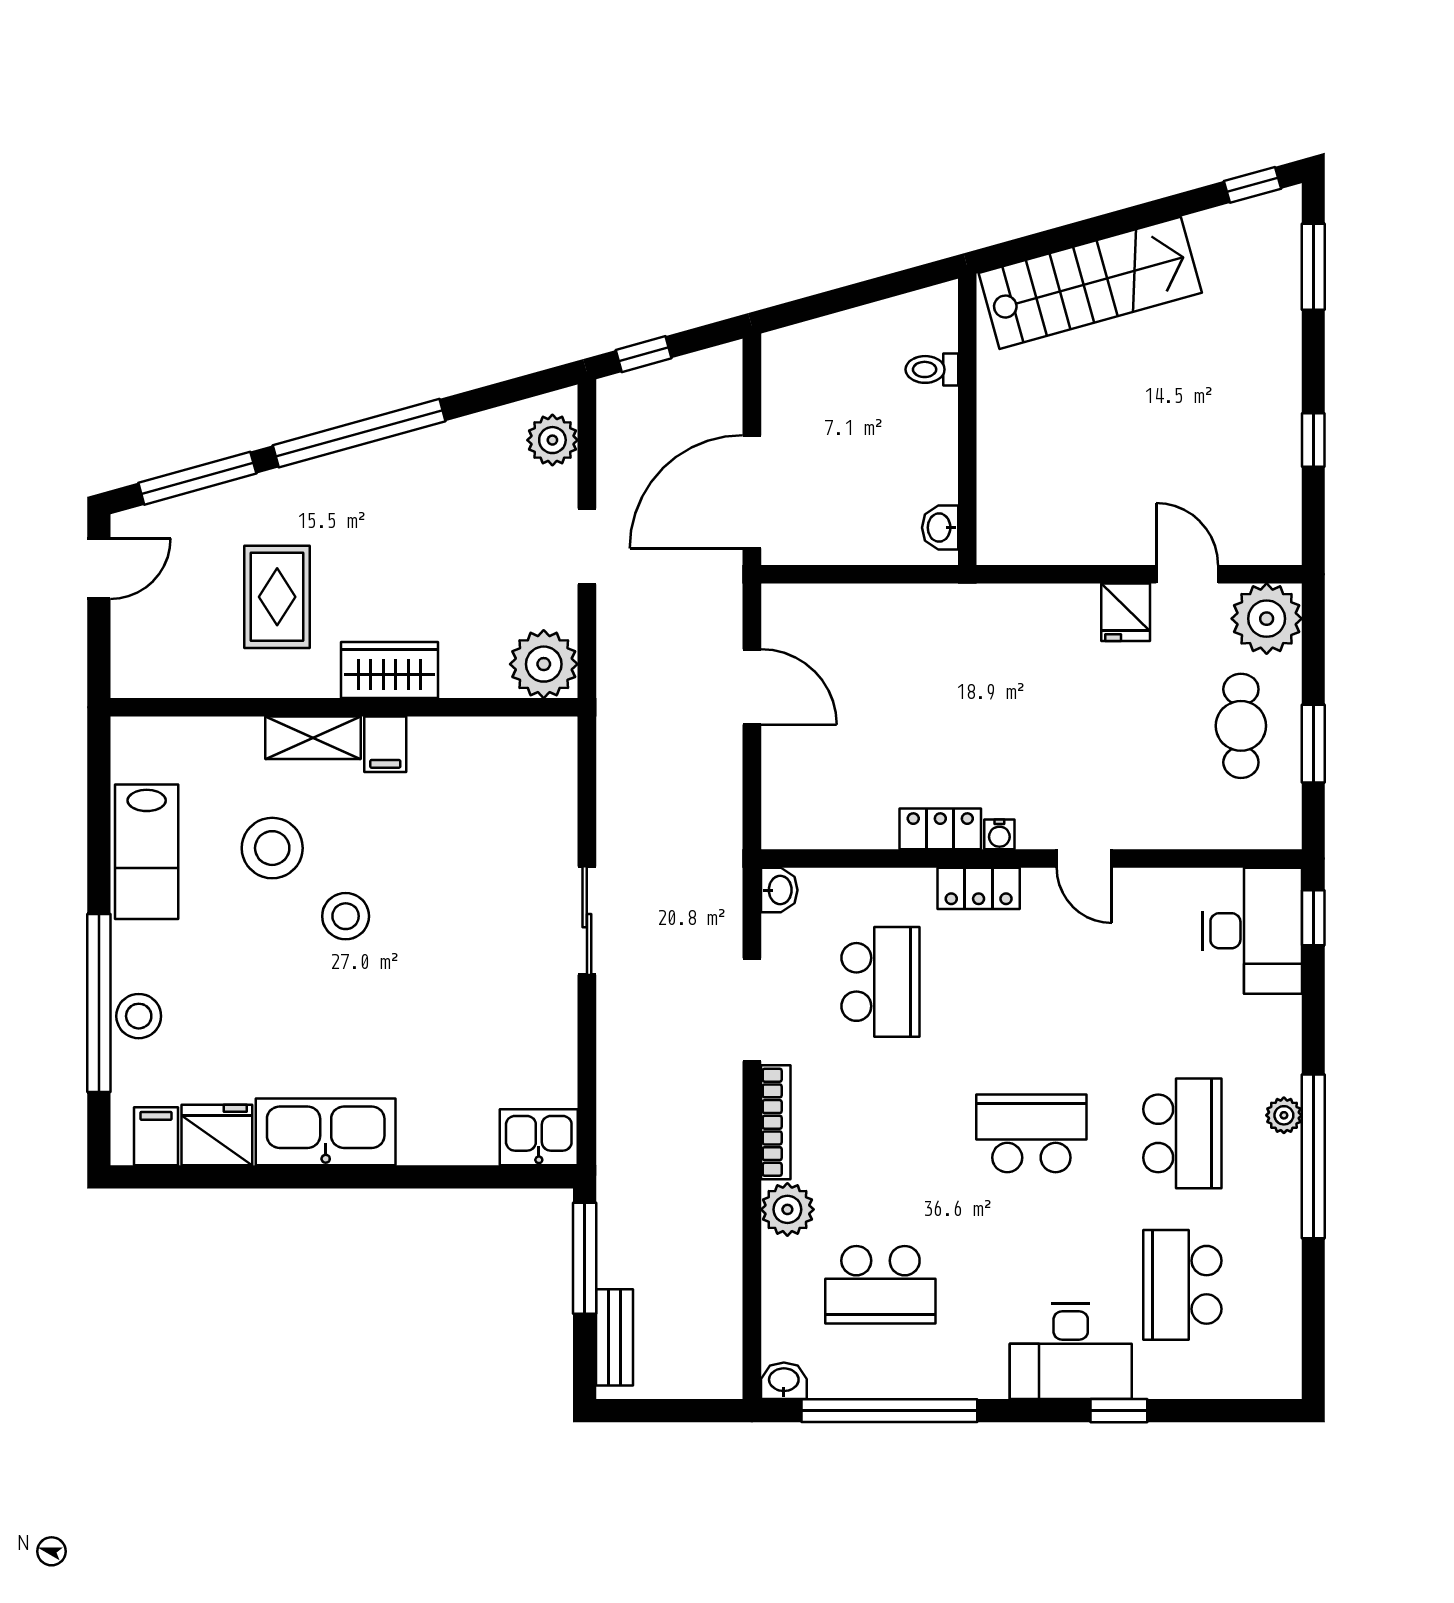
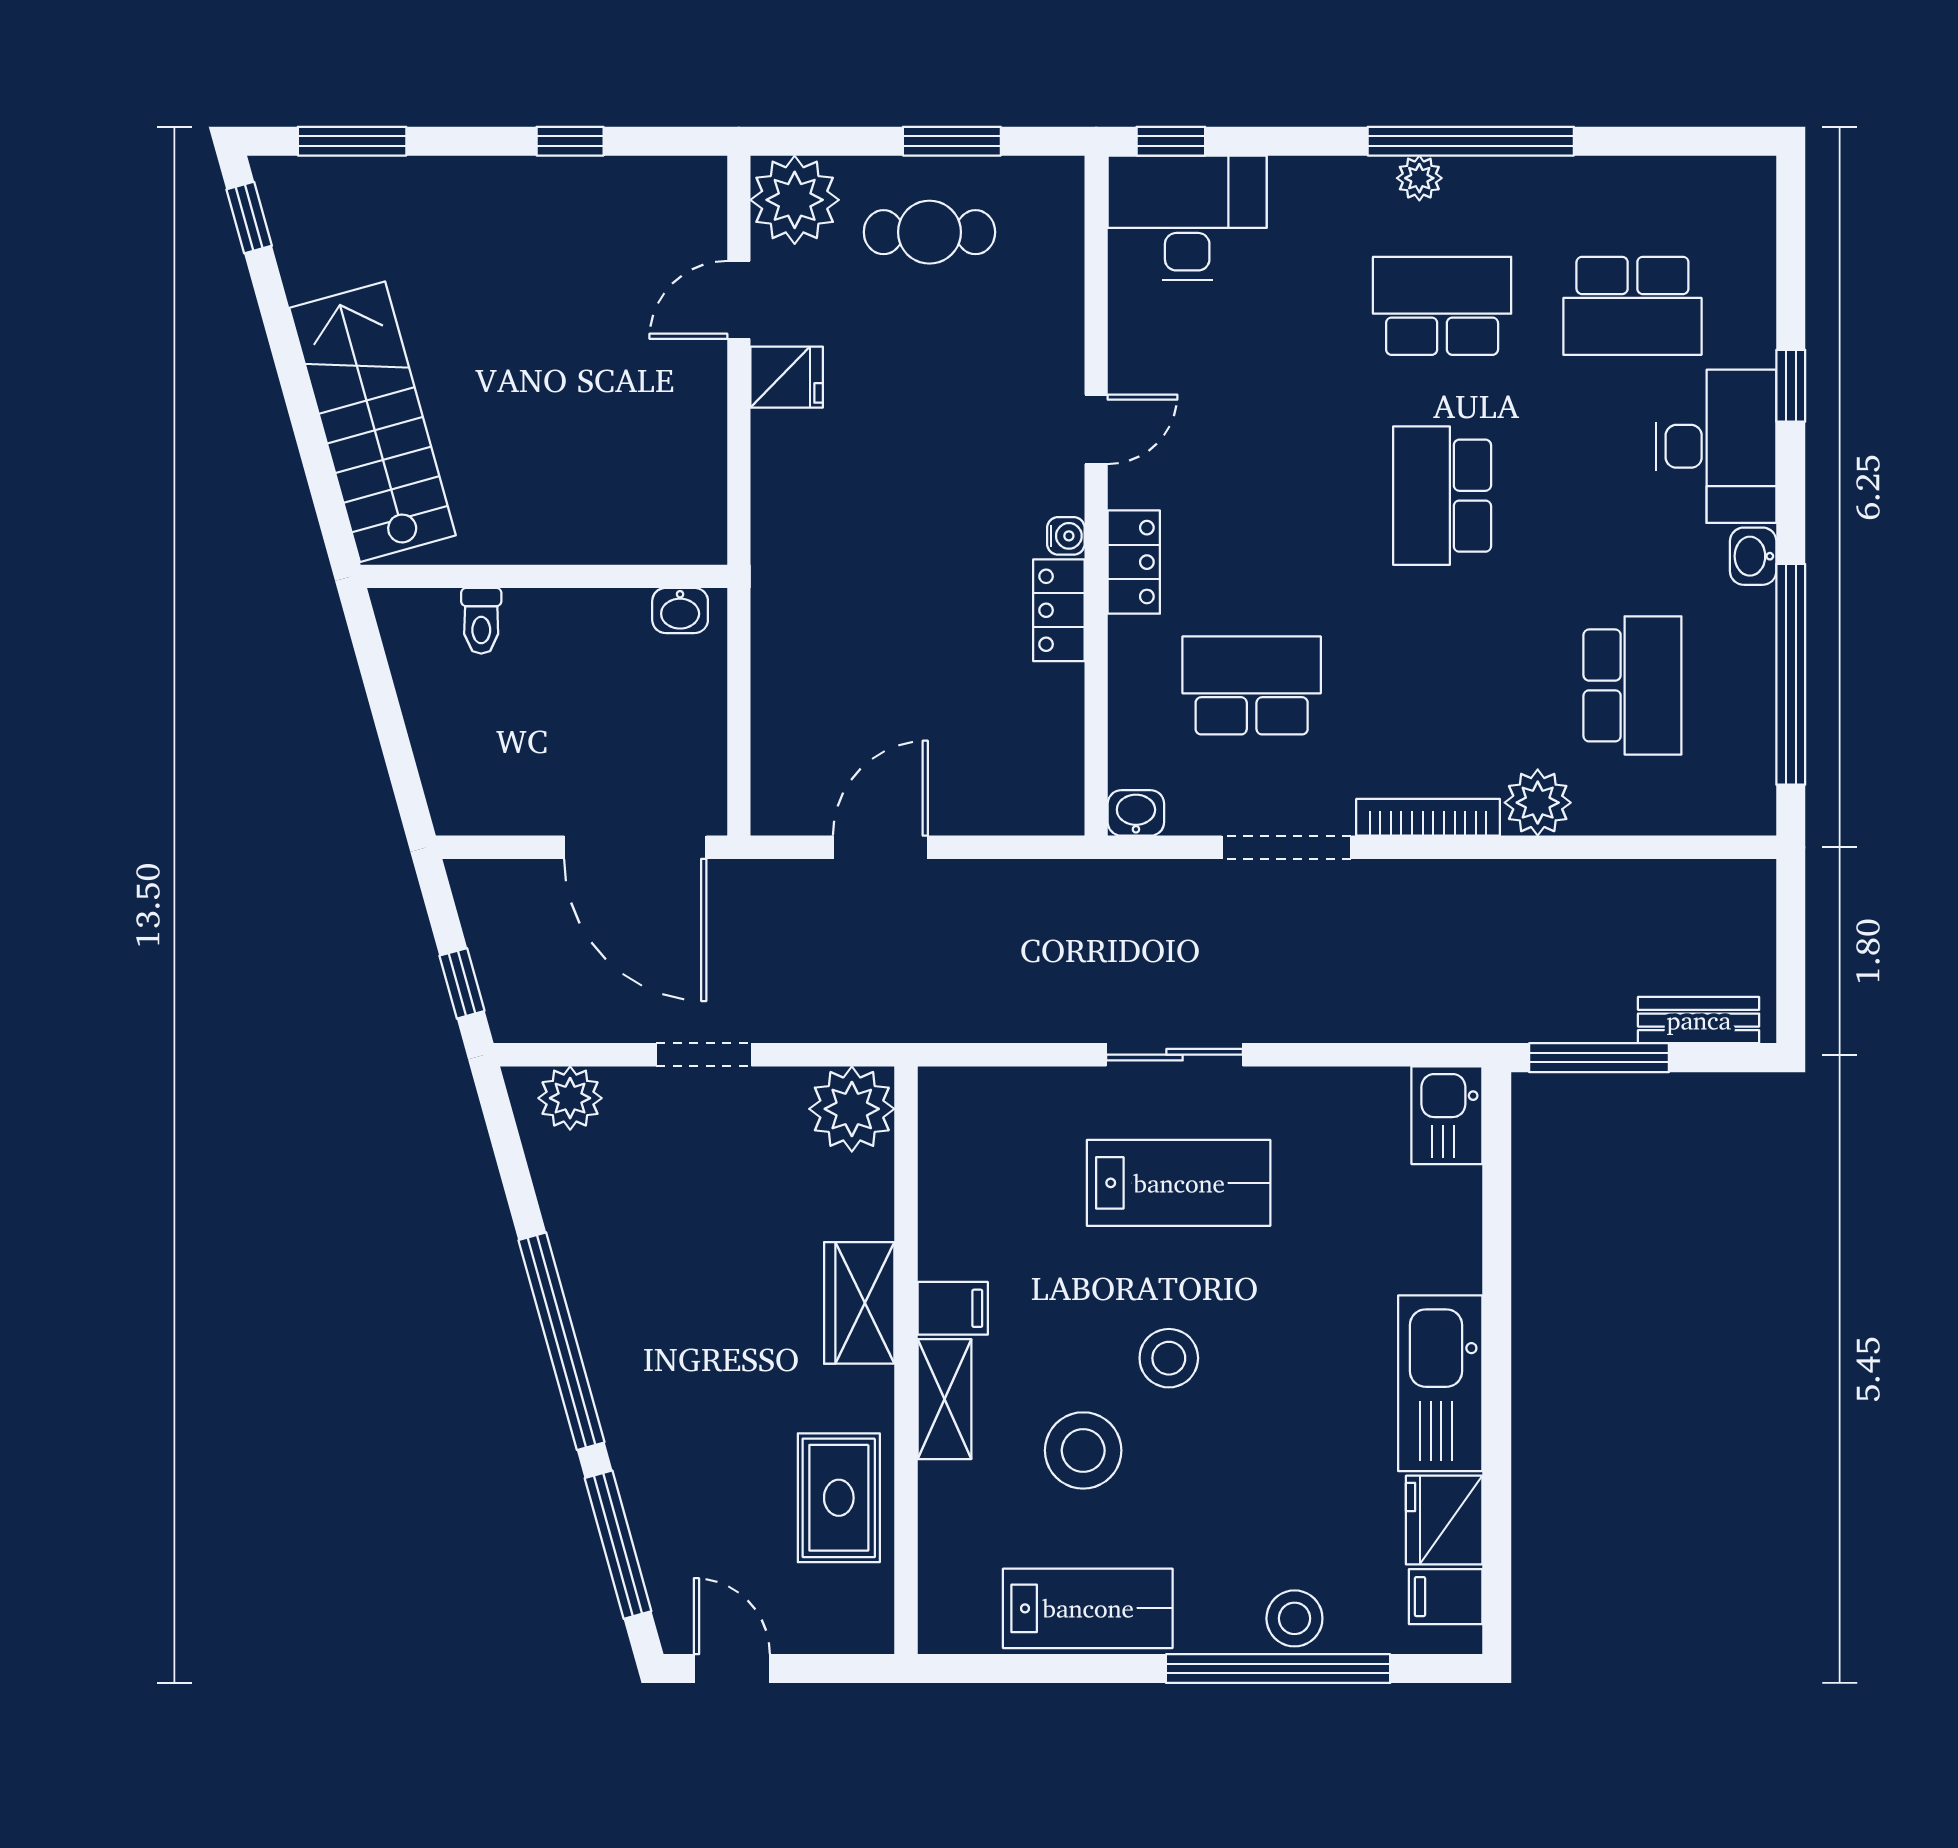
rug: (277, 597) -> (839, 1498), moved, turned 90
lab bench: (485, 924) -> (1179, 1183), added
washbasin: (784, 1381) -> (1753, 556), moved

